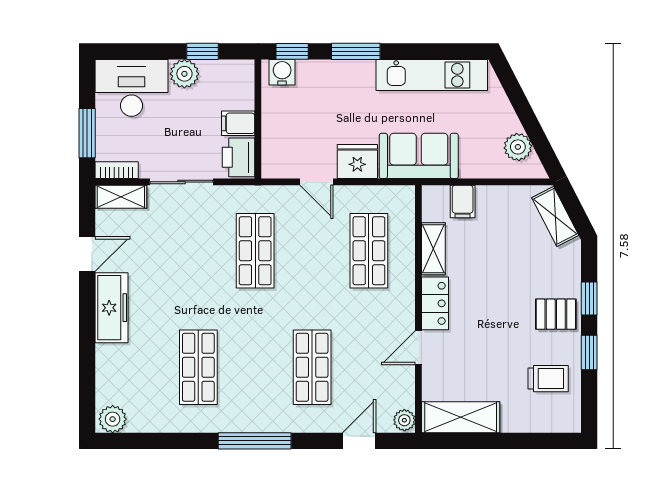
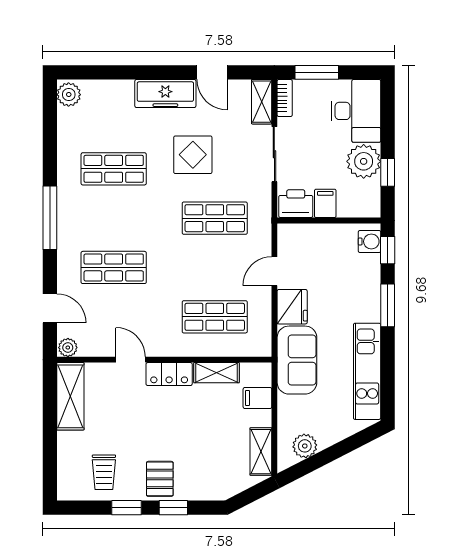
plant: (184, 74) -> (364, 161), width x1.36, depth x1.36
shelving: (555, 216) -> (261, 452), moved, turned -63
display table: (182, 276) -> (193, 155), added

